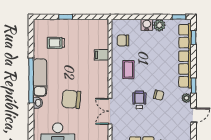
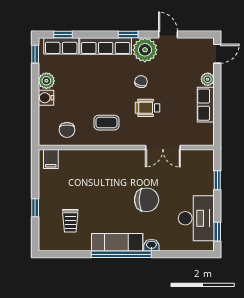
filing cabinet: (101, 55) -> (51, 159), moved
plant: (186, 98) -> (145, 50), width x1.87, depth x1.87
chair: (71, 99) -> (147, 200), turned -95

